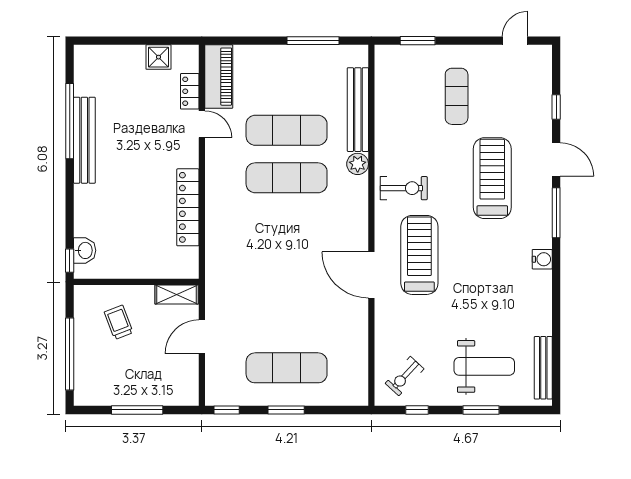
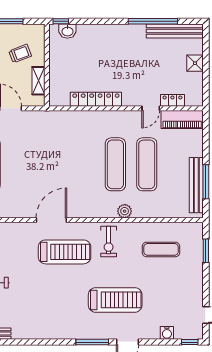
shower: (158, 57) -> (195, 63), moved
exercise mat: (457, 96) -> (161, 249), moved
window: (556, 107) -> (190, 342), moved
bench: (358, 110) -> (196, 185), moved, turned 90
bench: (84, 140) -> (175, 31), moved
water cooler: (542, 259) -> (167, 333), moved
shelving: (177, 295) -> (38, 81), moved

